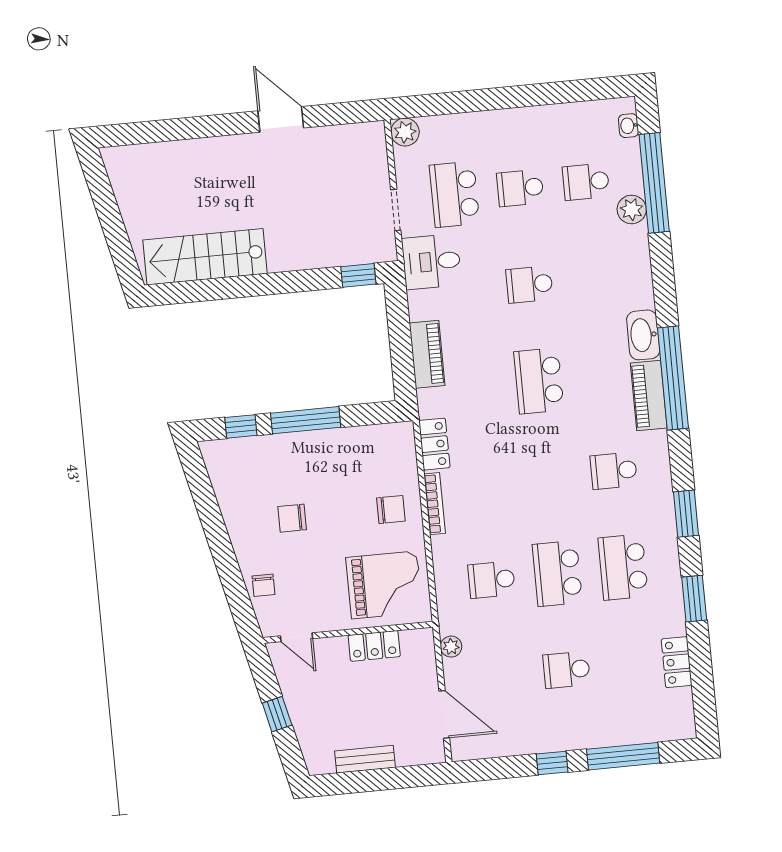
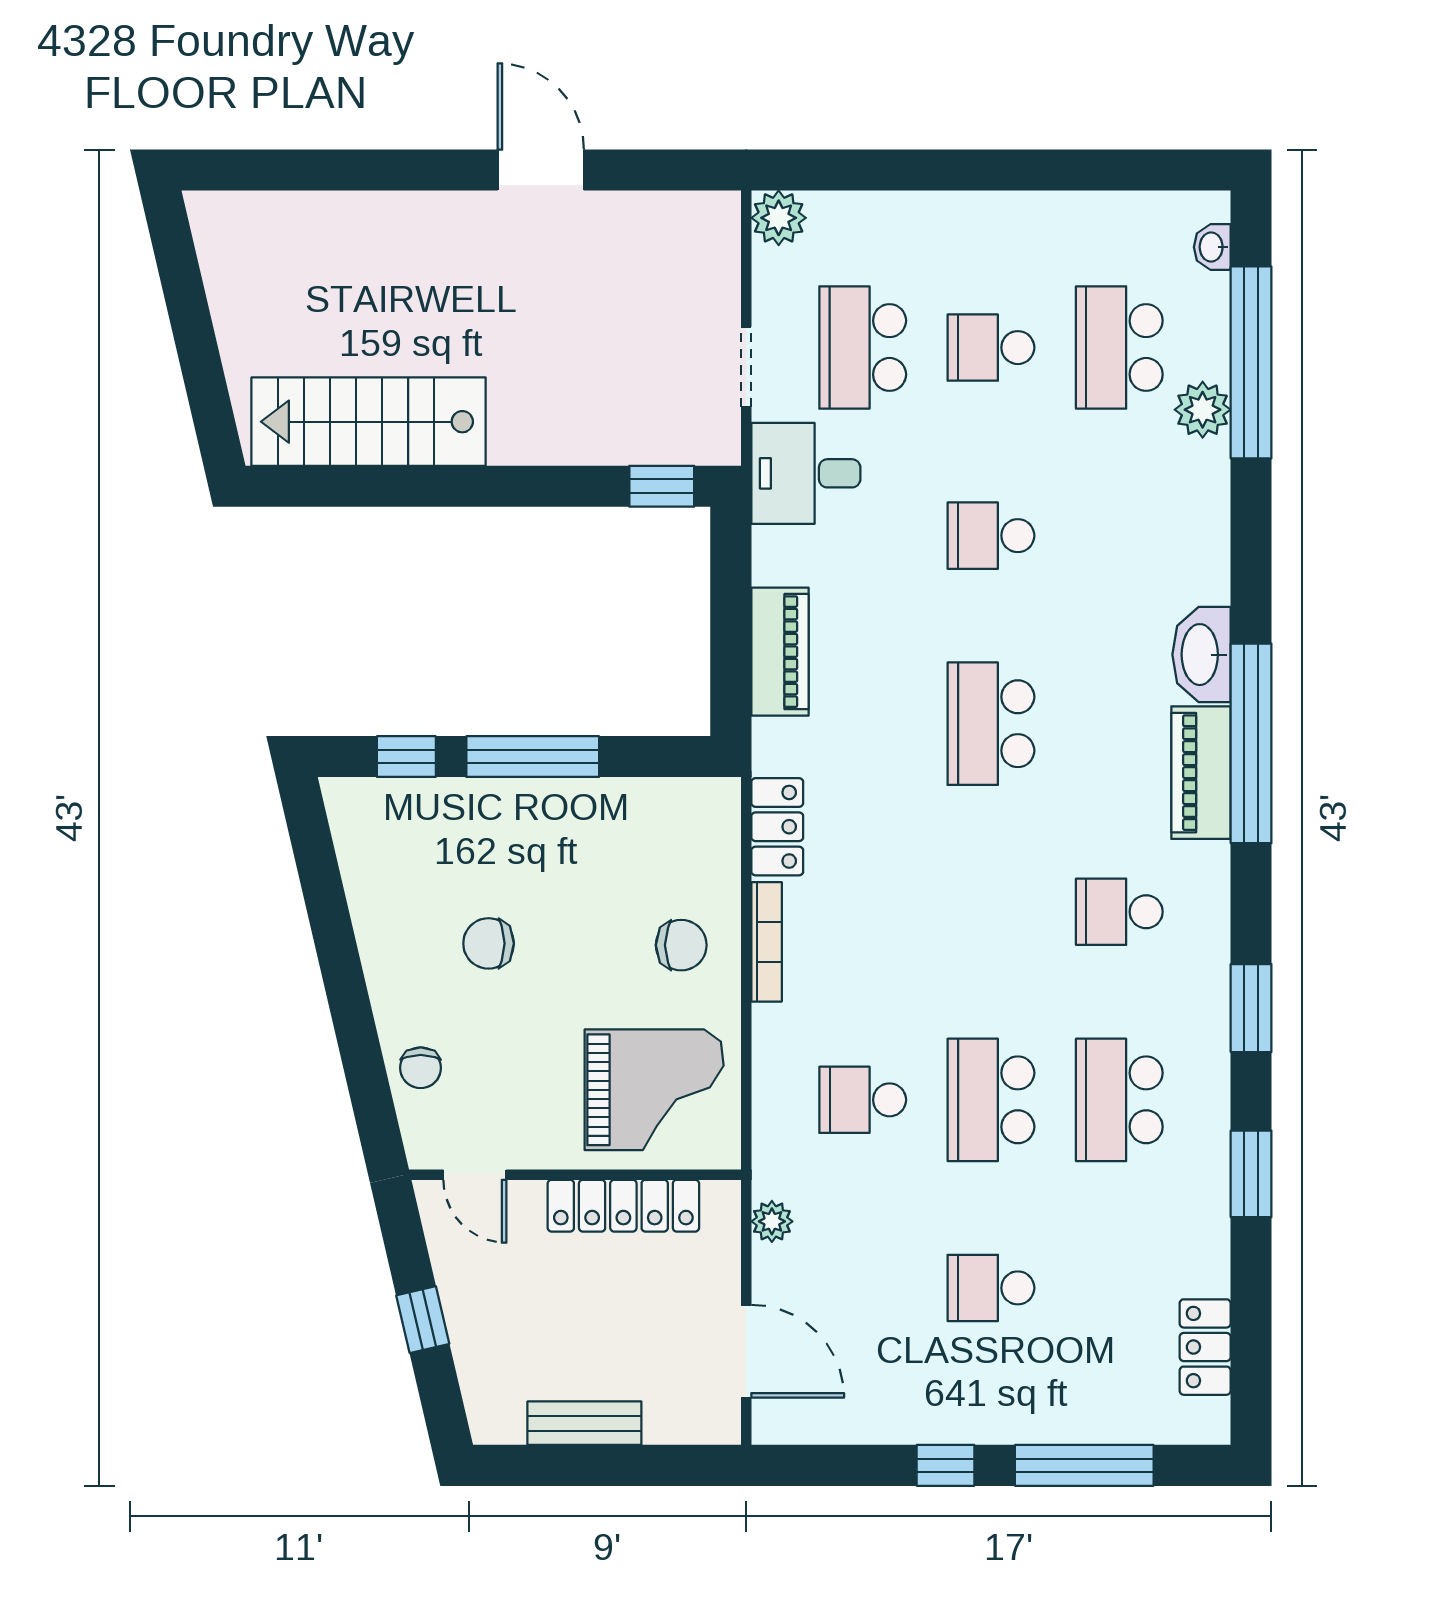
school desk: (586, 182) -> (1119, 348), width x1.85
locker: (374, 646) -> (623, 1206), width x1.53
locker: (677, 662) -> (1205, 1347), moved

